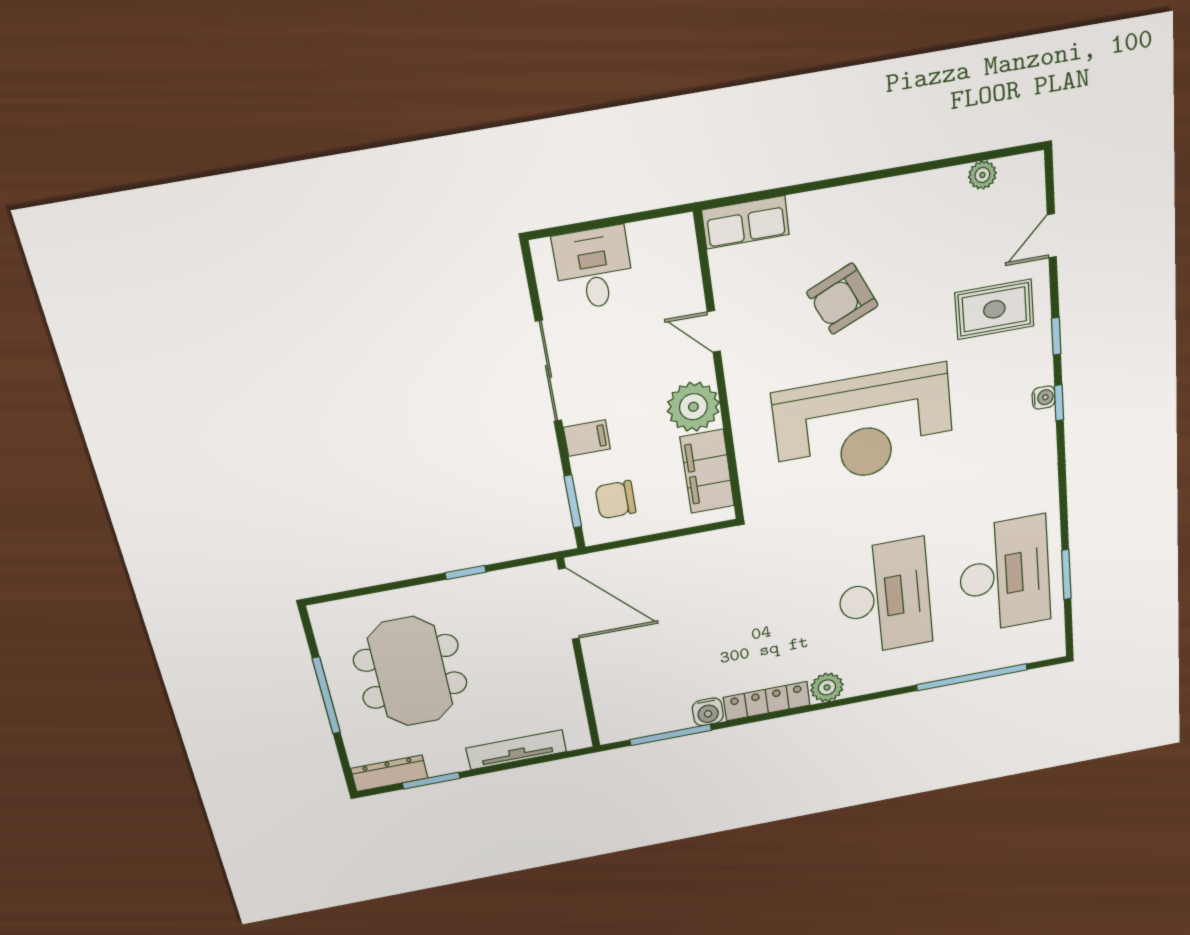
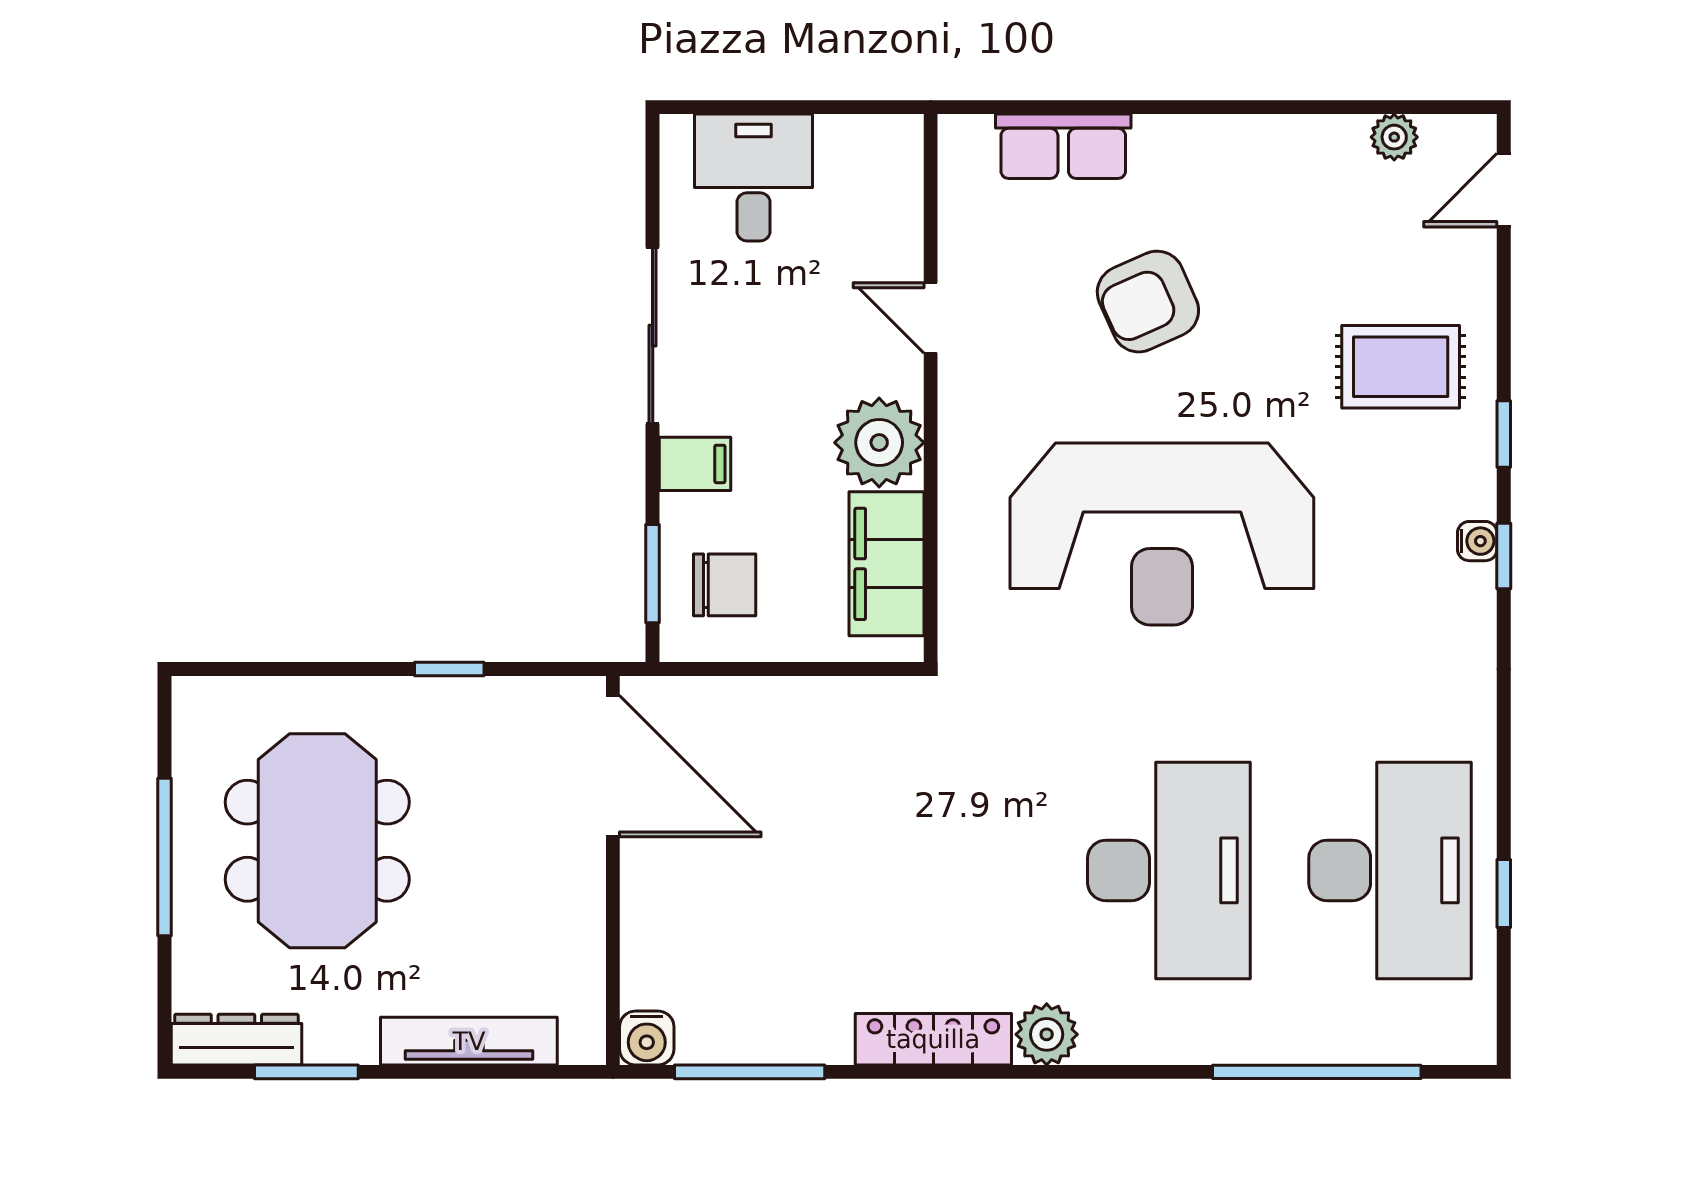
row of seats: (746, 222) -> (1063, 146), moved
door: (1052, 236) -> (1504, 190), moved
chair: (616, 500) -> (725, 585), turned 180
window: (1066, 574) -> (1504, 893), width x0.67
water cooler: (708, 712) -> (647, 1038), moved

